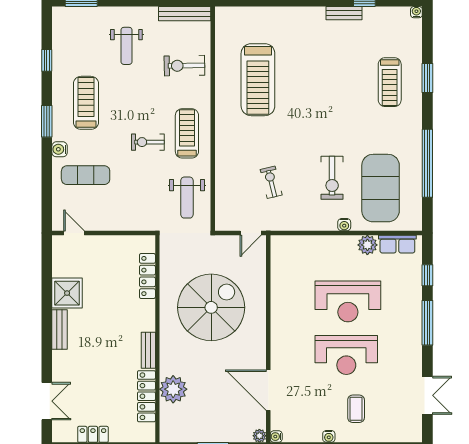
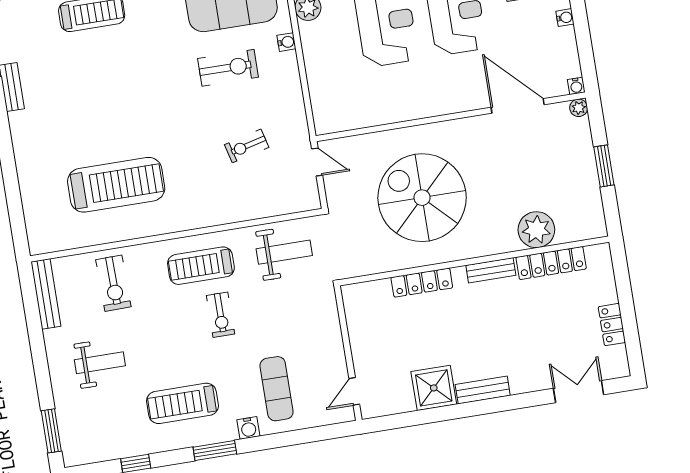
locker: (147, 276) -> (422, 283), moved
door: (268, 390) -> (518, 106), swing flipped

